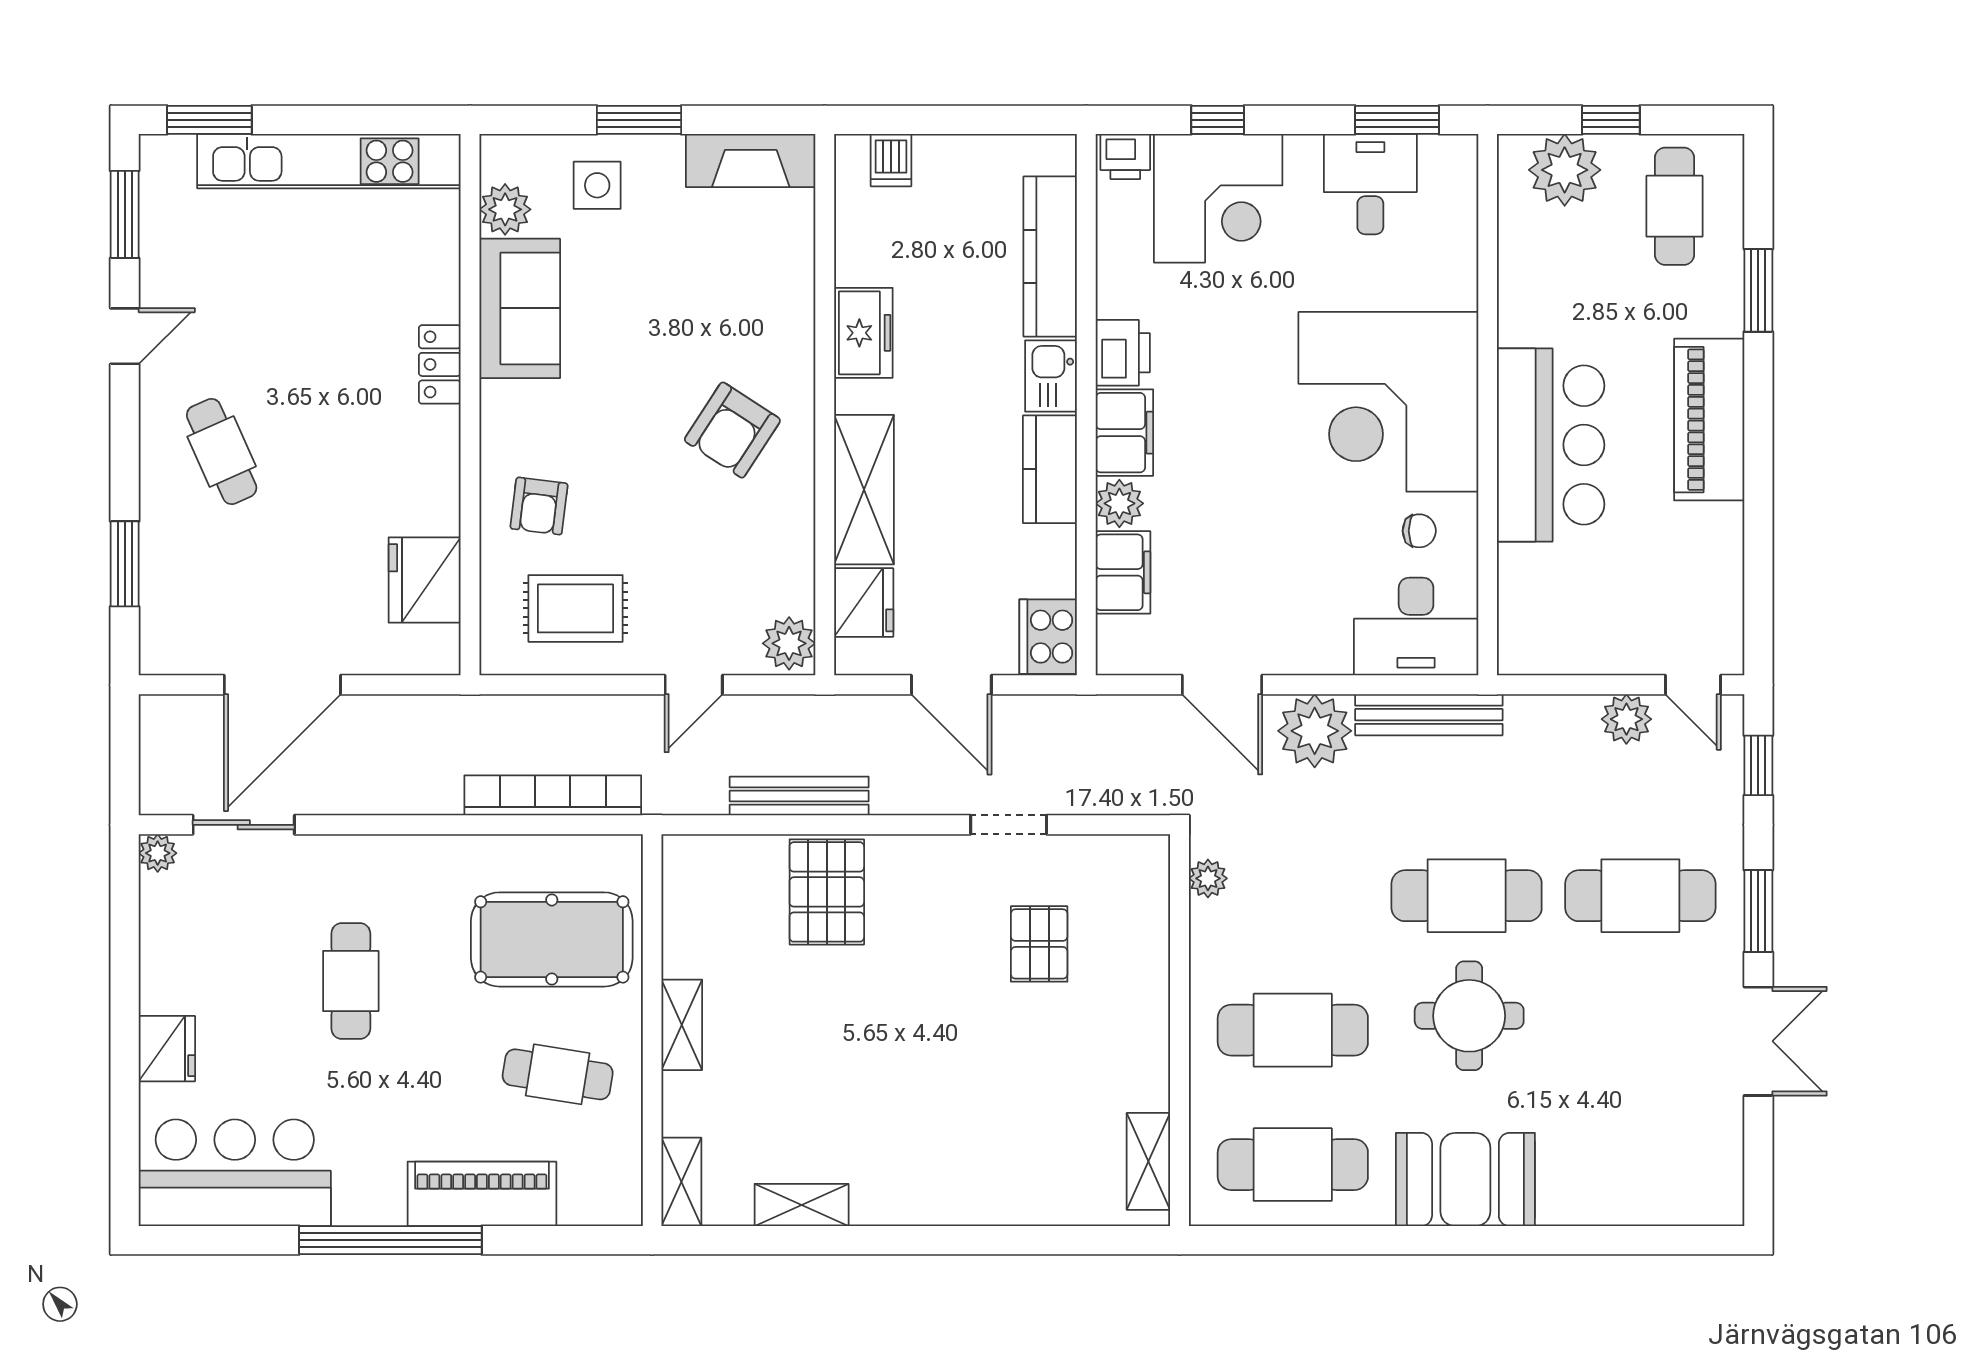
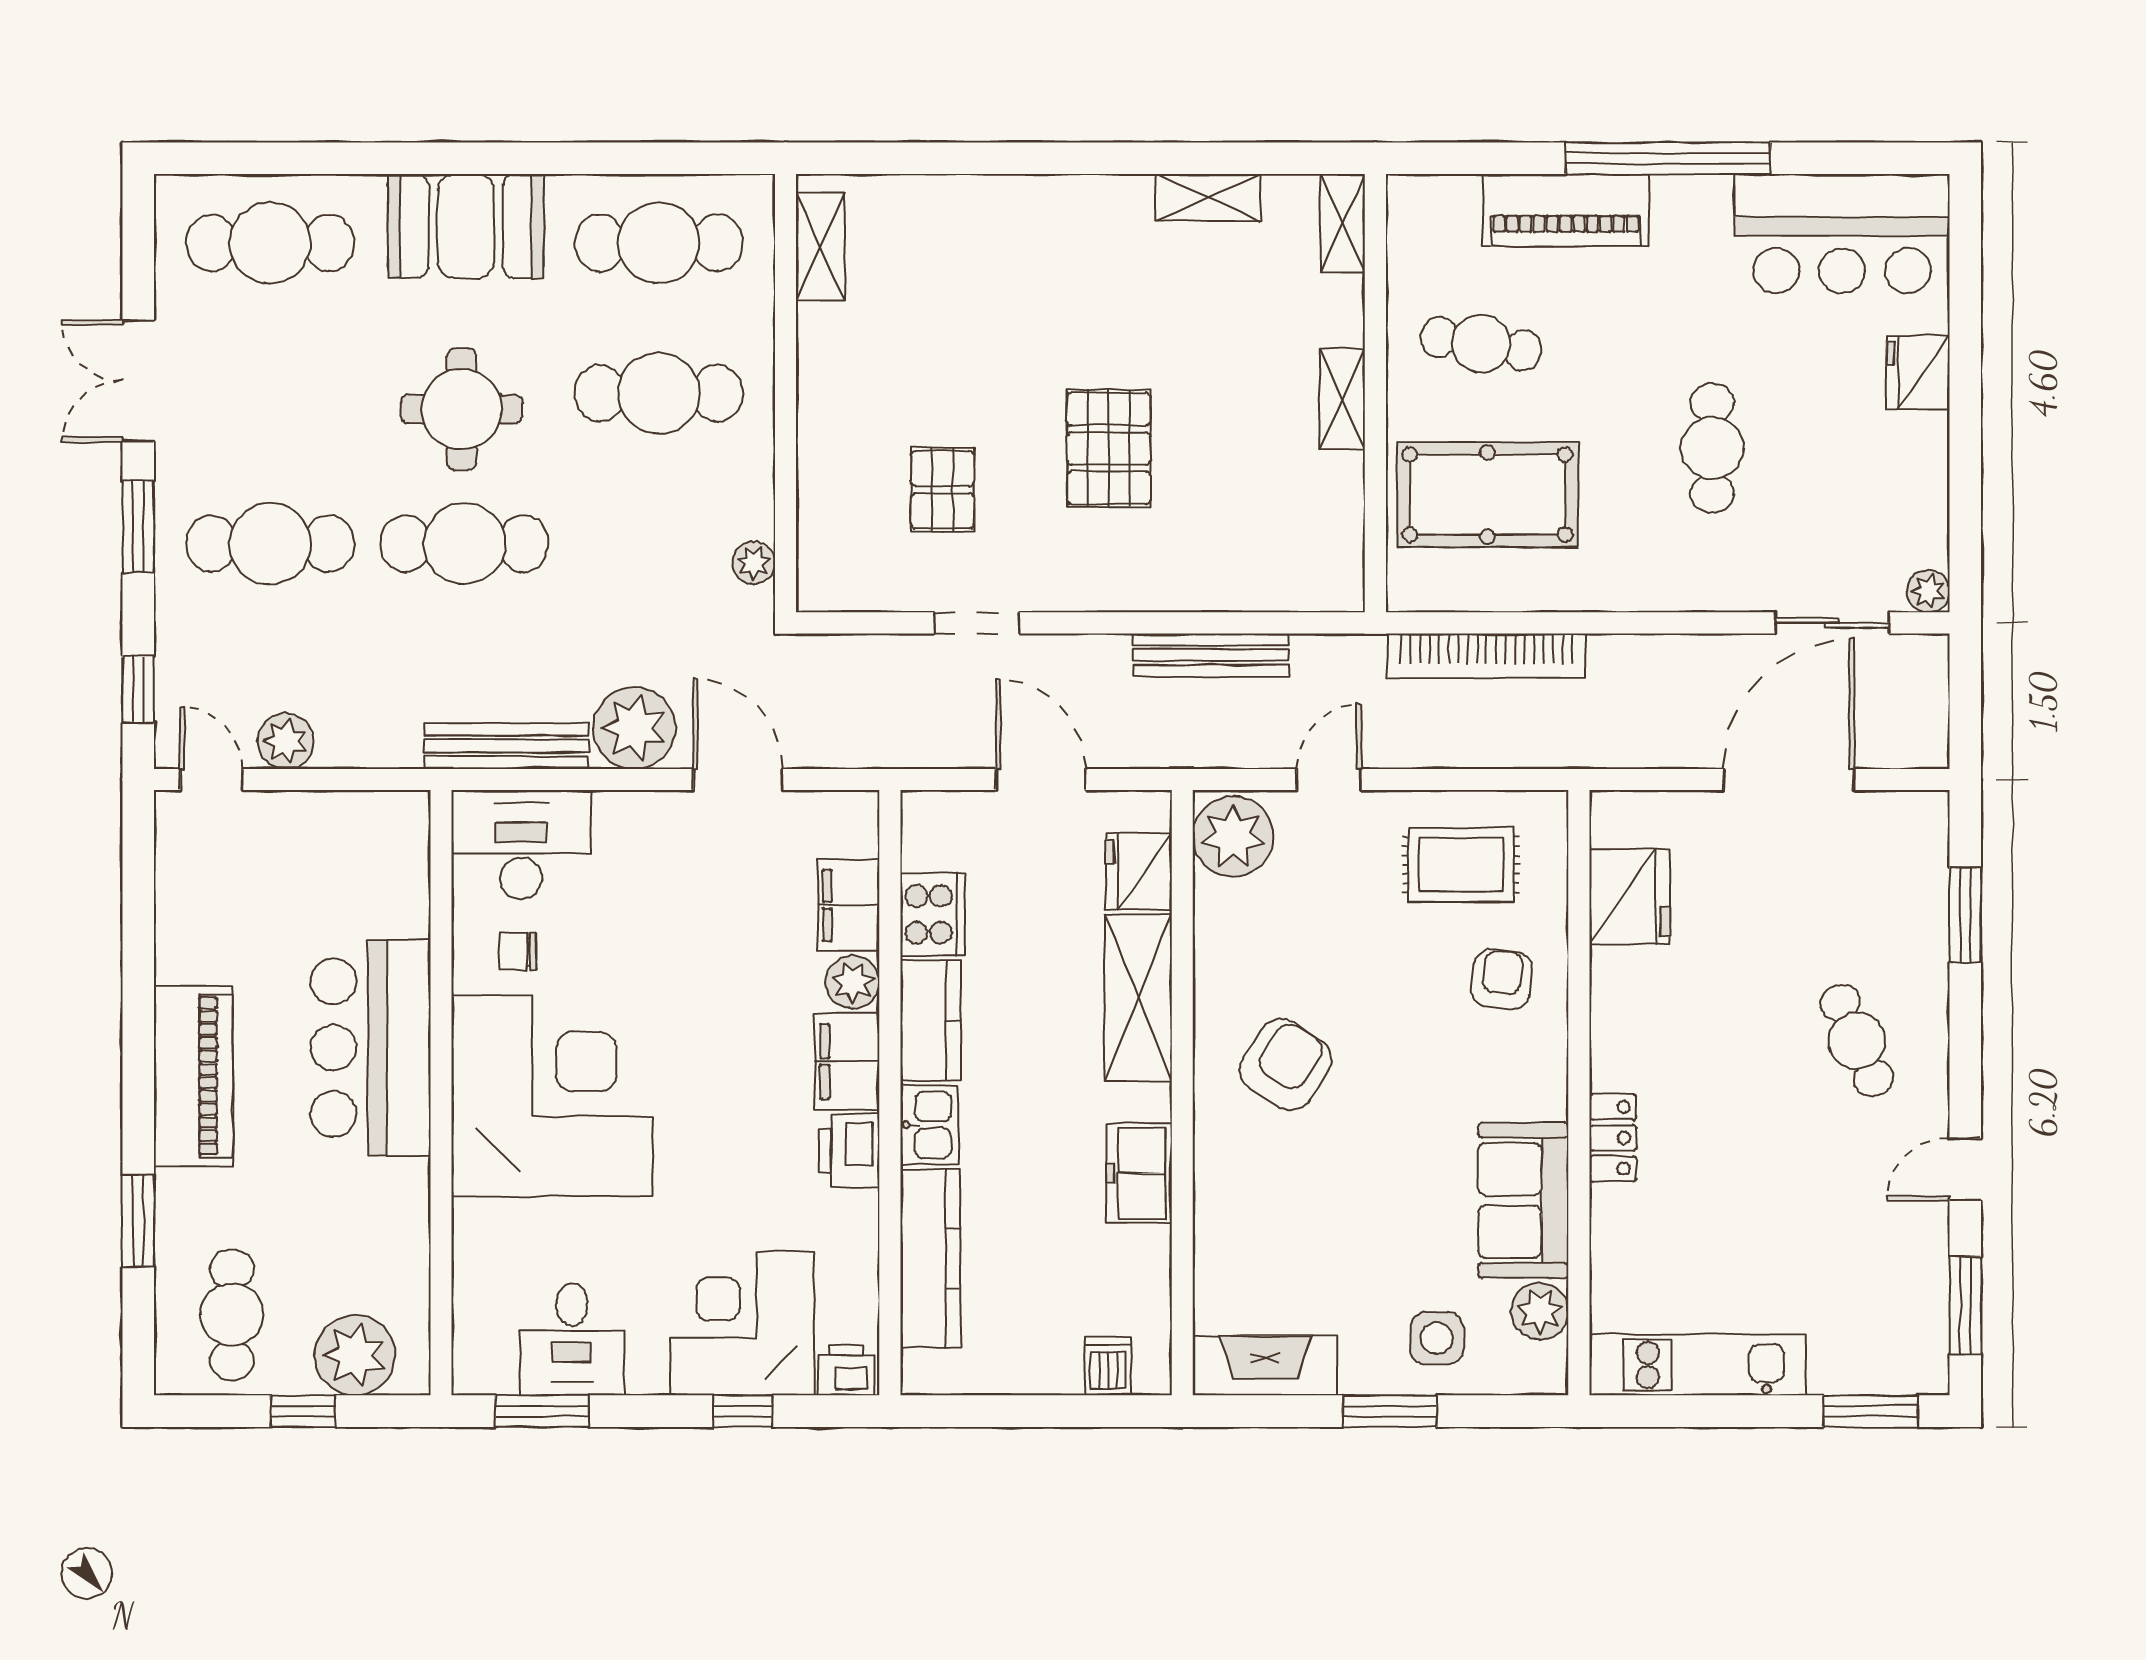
kitchen unit: (329, 161) -> (1697, 1365), width x0.73
cooker: (1048, 637) -> (933, 914), moved
plant: (789, 643) -> (1233, 836), width x1.36, depth x1.36
pallet: (827, 892) -> (1109, 448), moved
cafe table: (1640, 1165) -> (270, 243), added

